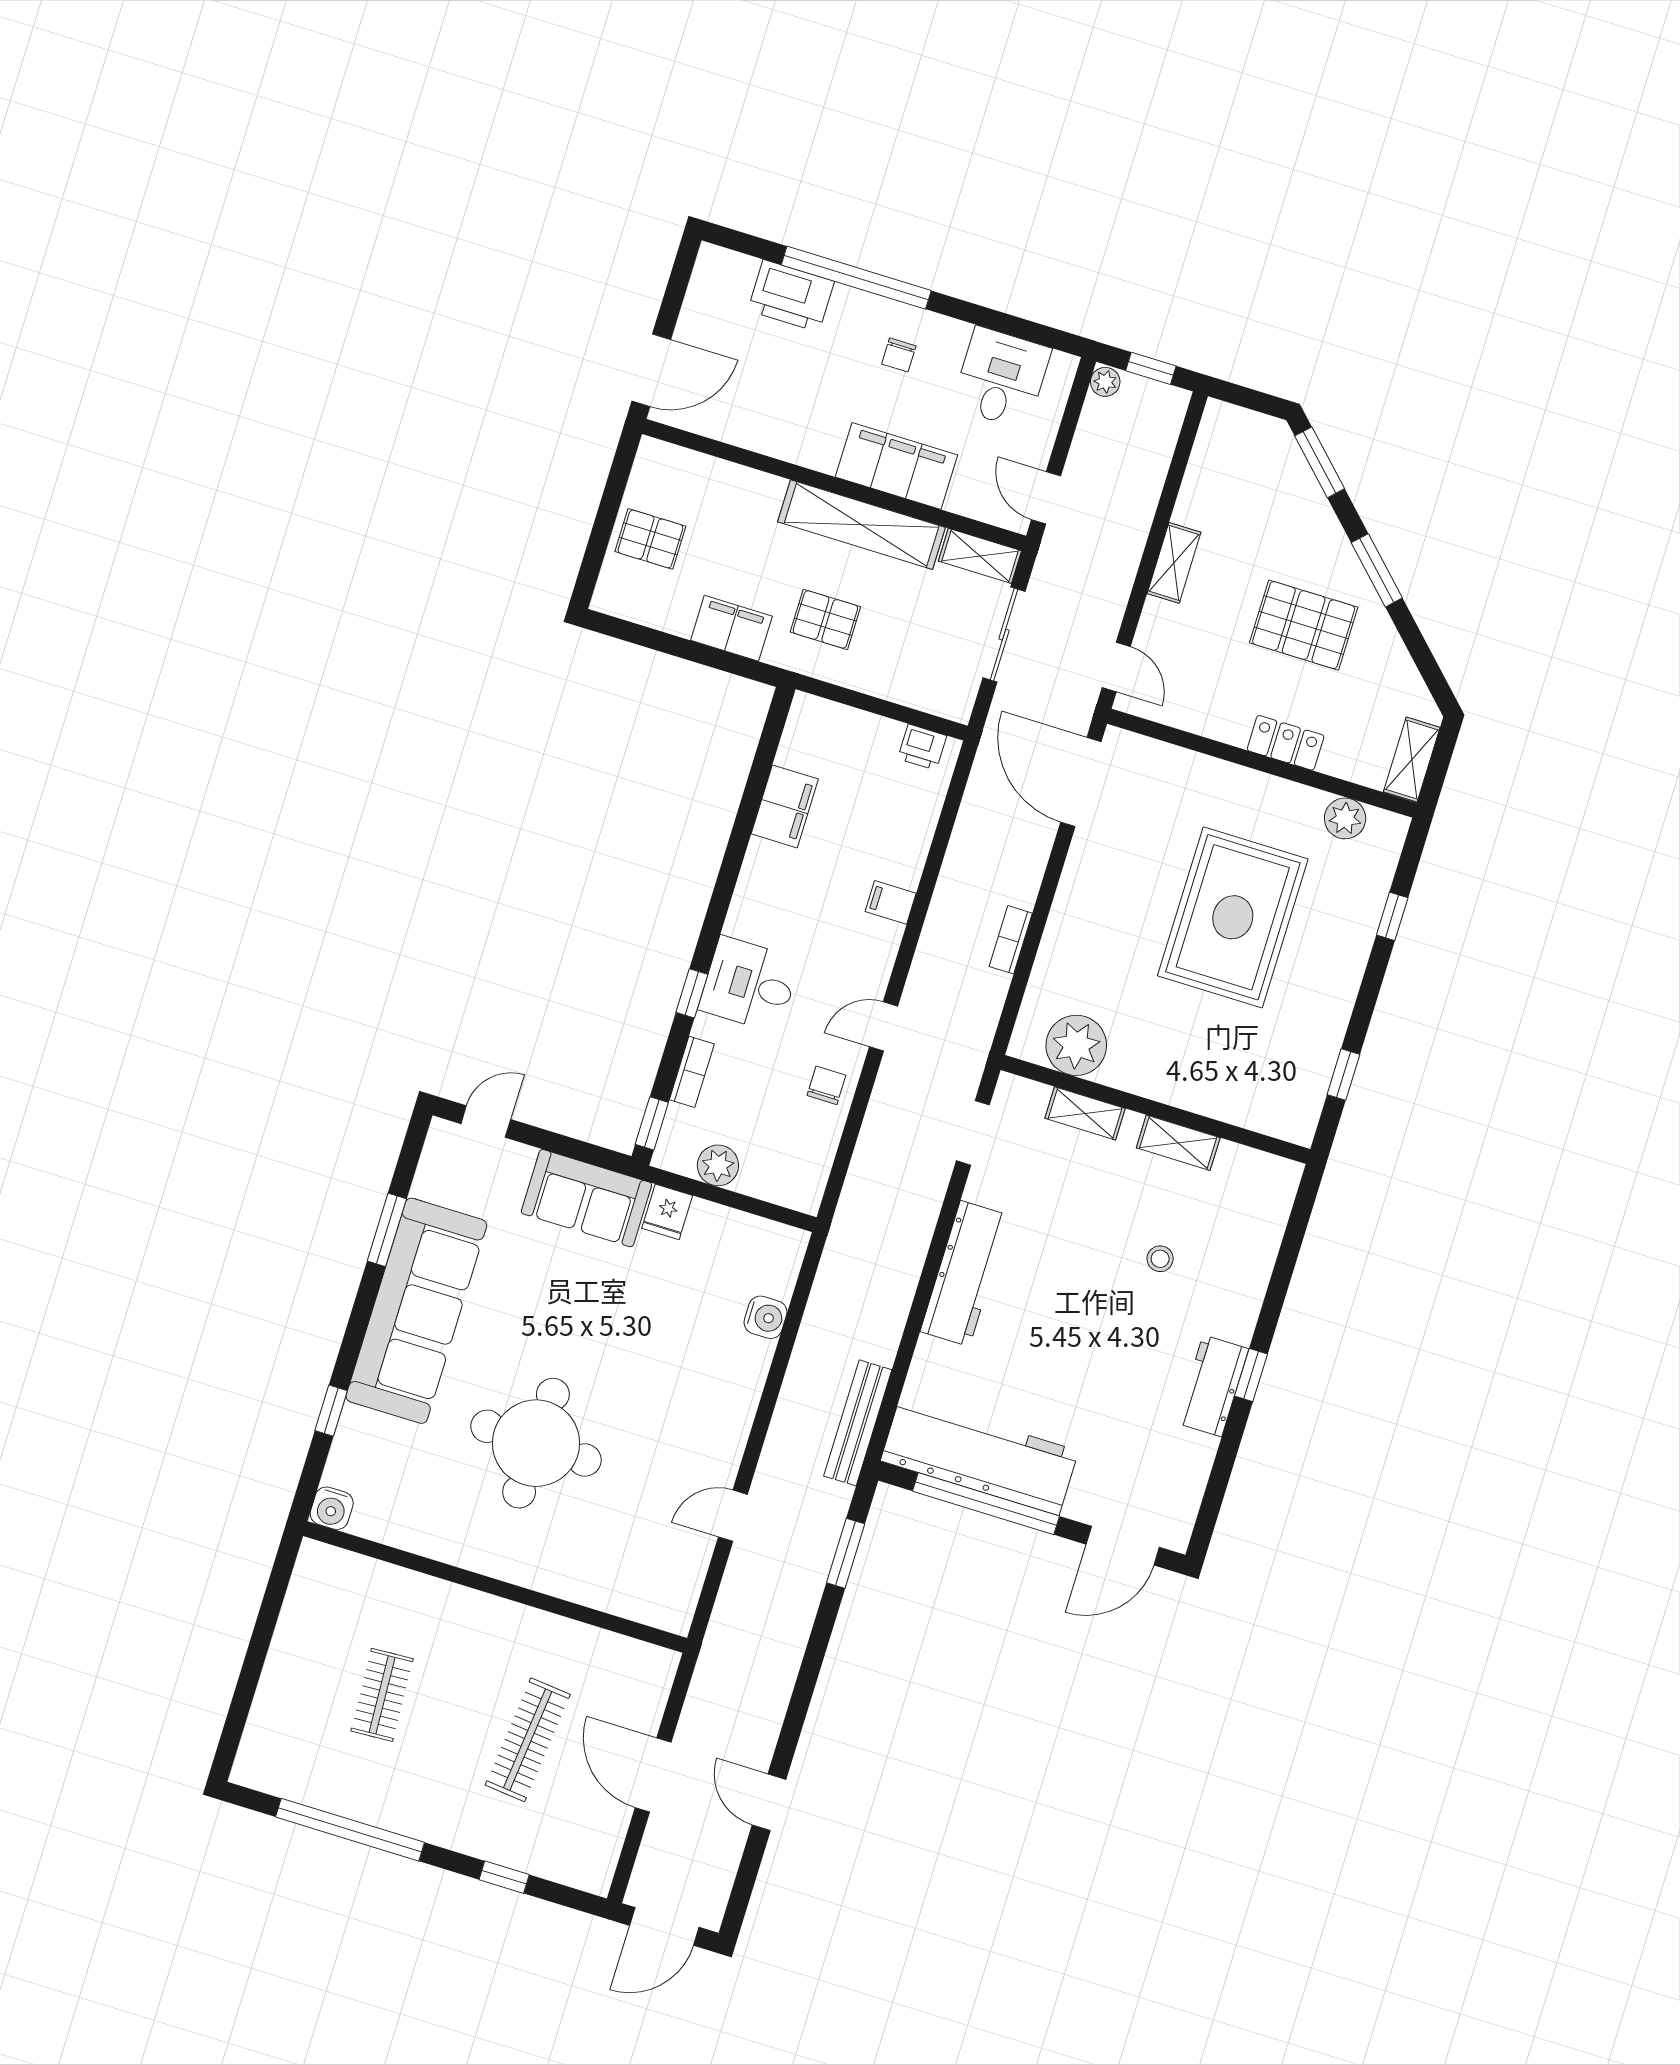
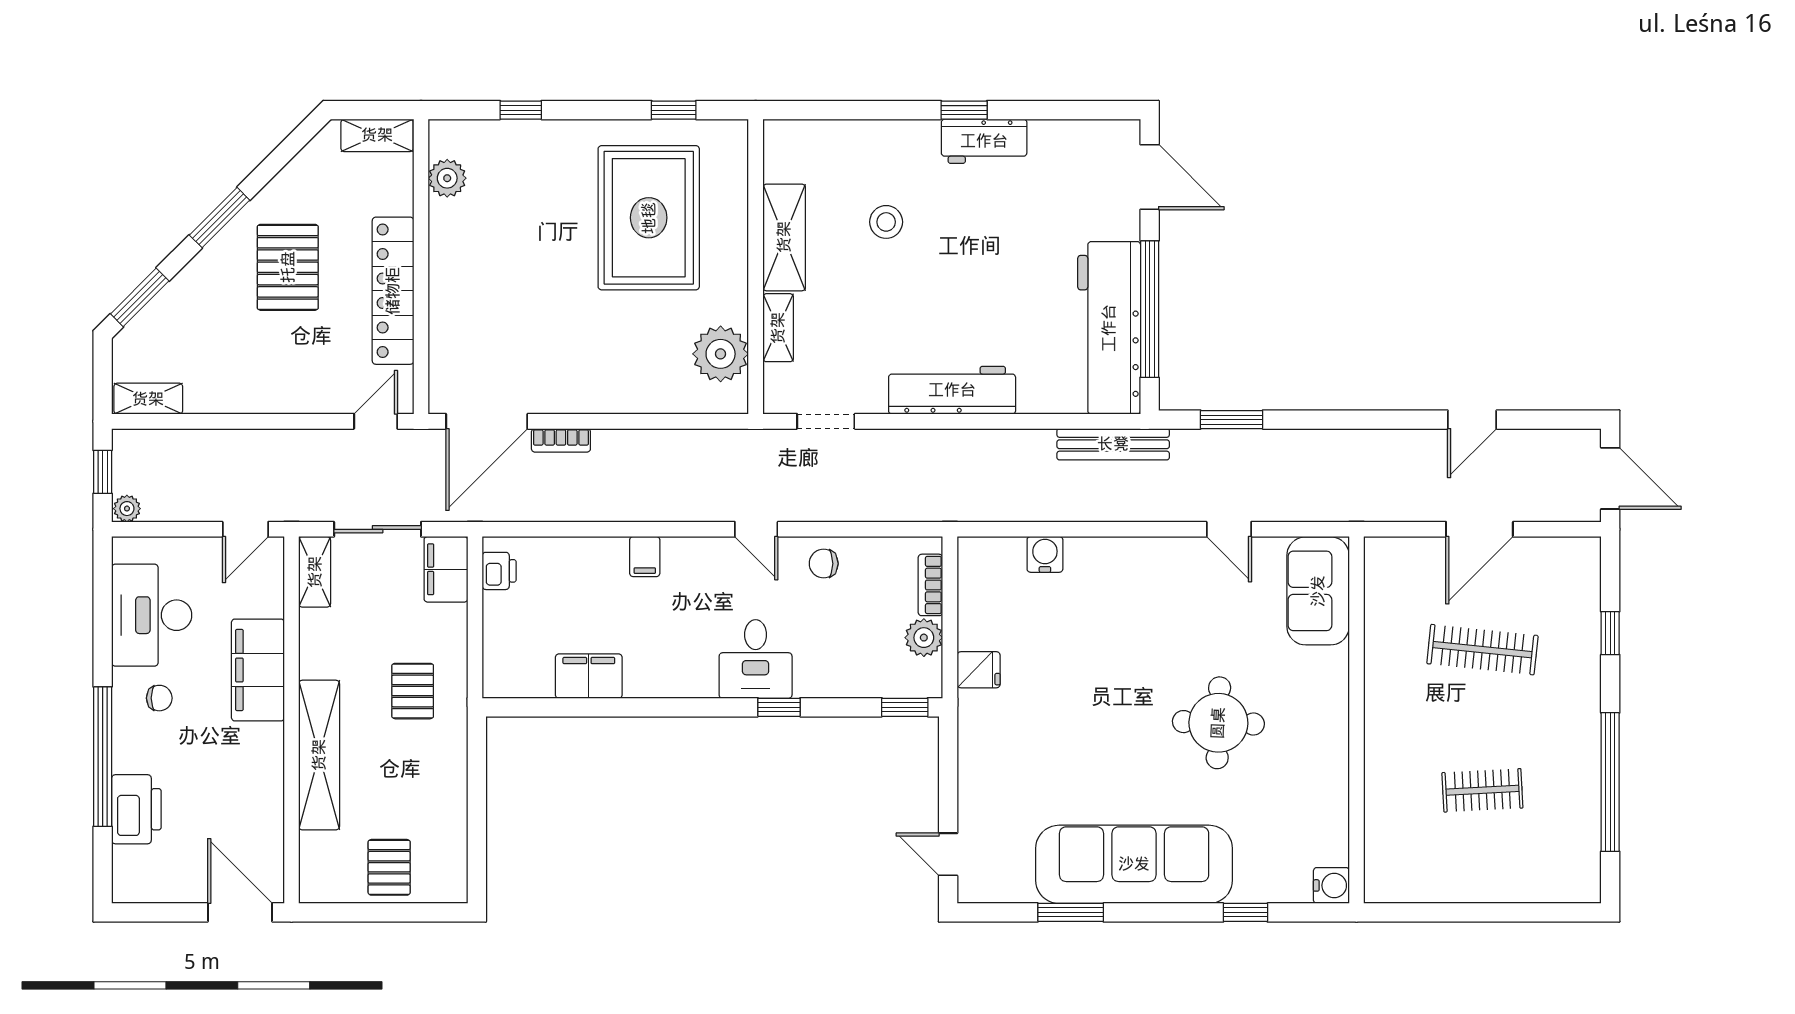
desk: (1001, 378) -> (152, 615), width x1.37
shelving: (862, 525) -> (319, 755), moved
shelving: (1174, 563) -> (148, 399), moved
filing cabinet: (731, 628) -> (446, 569), moved
locker: (1286, 743) -> (393, 291), width x2.16, depth x1.21
rug: (1233, 917) -> (649, 218), moved, turned 90
bookcase: (1011, 940) -> (561, 440), moved
bookcase: (692, 1072) -> (930, 585), moved, turned -90
shelving: (1178, 1143) -> (784, 237), width x1.50, depth x1.33
sofa: (587, 1198) -> (1318, 591), moved, turned 180
stool: (1160, 1259) -> (886, 222), width x1.37, depth x1.37
round table: (536, 1443) -> (1218, 723), width x0.73, depth x0.73

